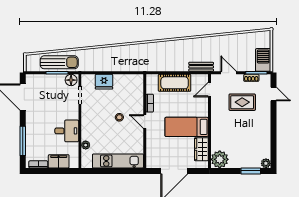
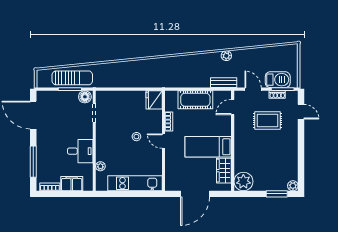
plant: (204, 42) -> (226, 56), added
barbecue: (263, 60) -> (278, 80), moved, turned 90
fridge: (104, 82) -> (154, 100), moved, turned 90

